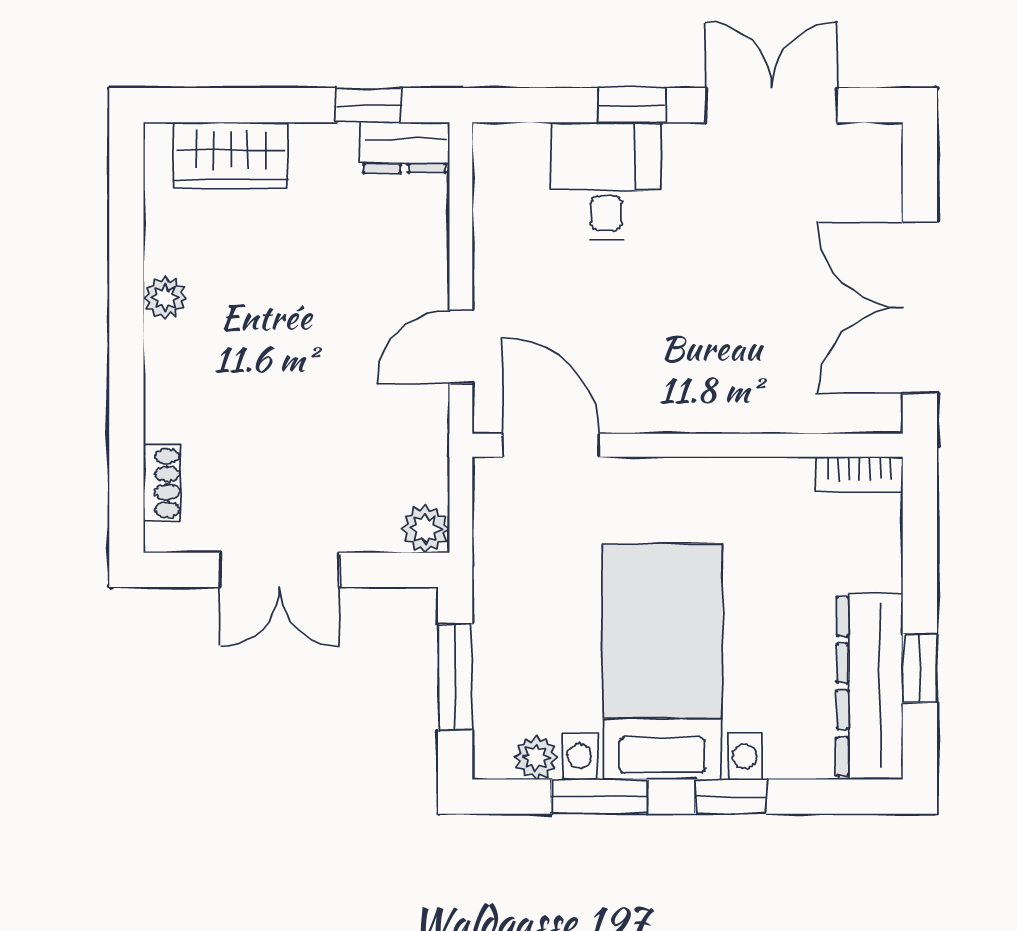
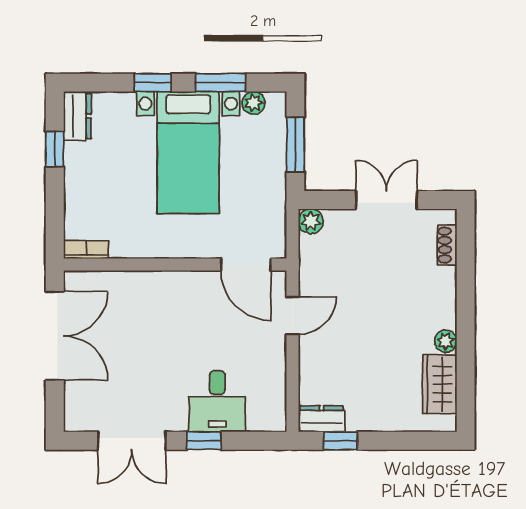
wardrobe: (230, 155) -> (440, 384), moved, turned -90
dresser: (870, 686) -> (77, 116), width x0.51, depth x0.80

